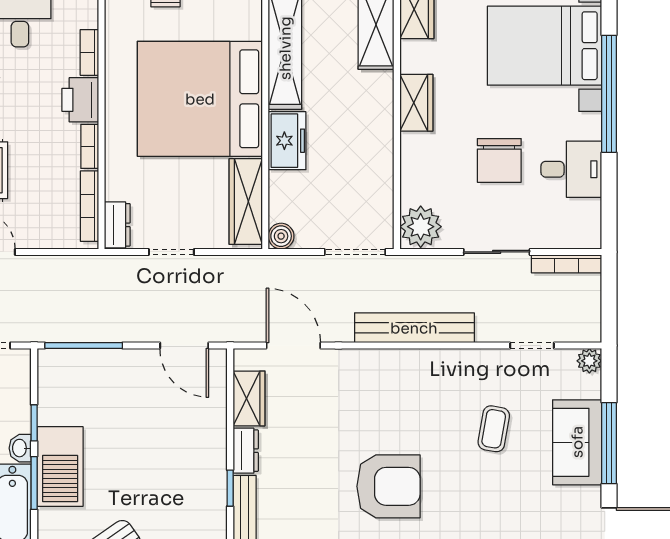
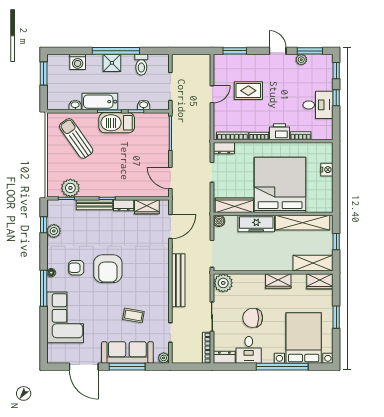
freezer: (287, 141) -> (256, 224), width x1.40
dresser: (588, 224) -> (224, 357), added
door: (184, 346) -> (170, 178), hinge flipped
sofa: (577, 442) -> (127, 352), width x1.36
washbasin: (20, 448) -> (144, 105), moved

